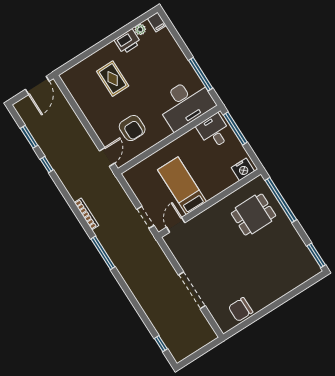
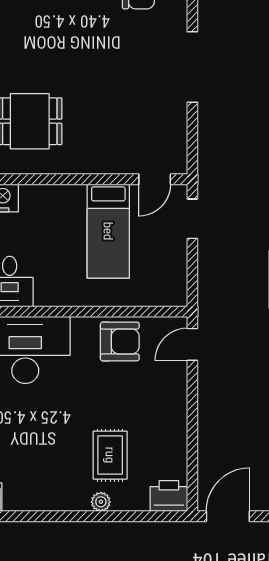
plant: (140, 29) -> (101, 502), moved
printer: (128, 41) -> (169, 496), moved
armchair: (132, 128) -> (120, 341), moved, turned 90

